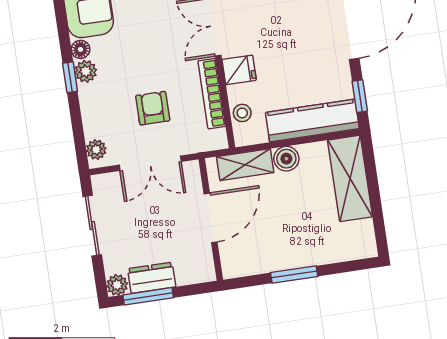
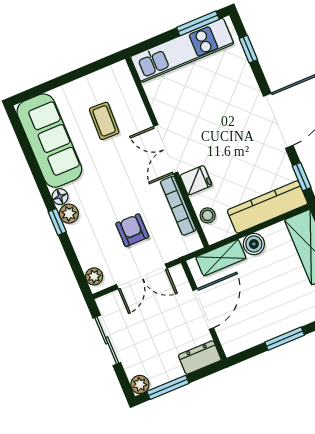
dresser: (152, 278) -> (200, 357), moved

